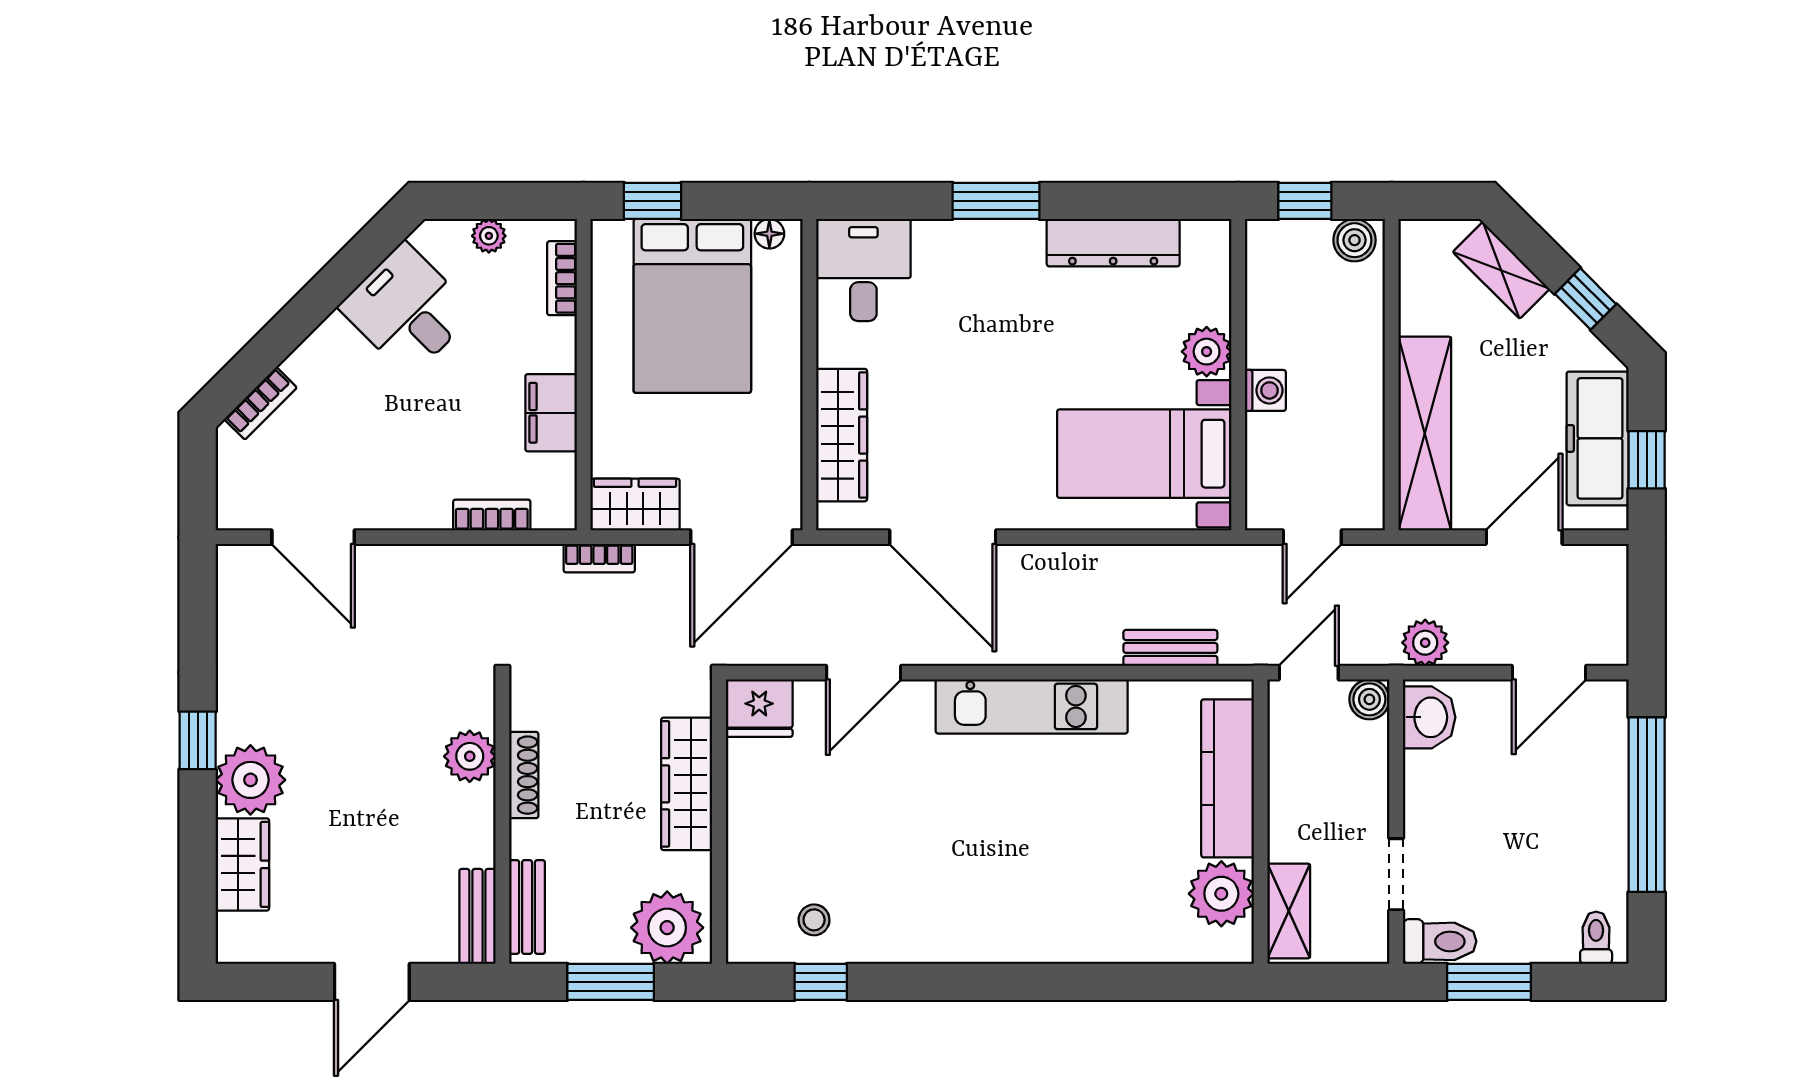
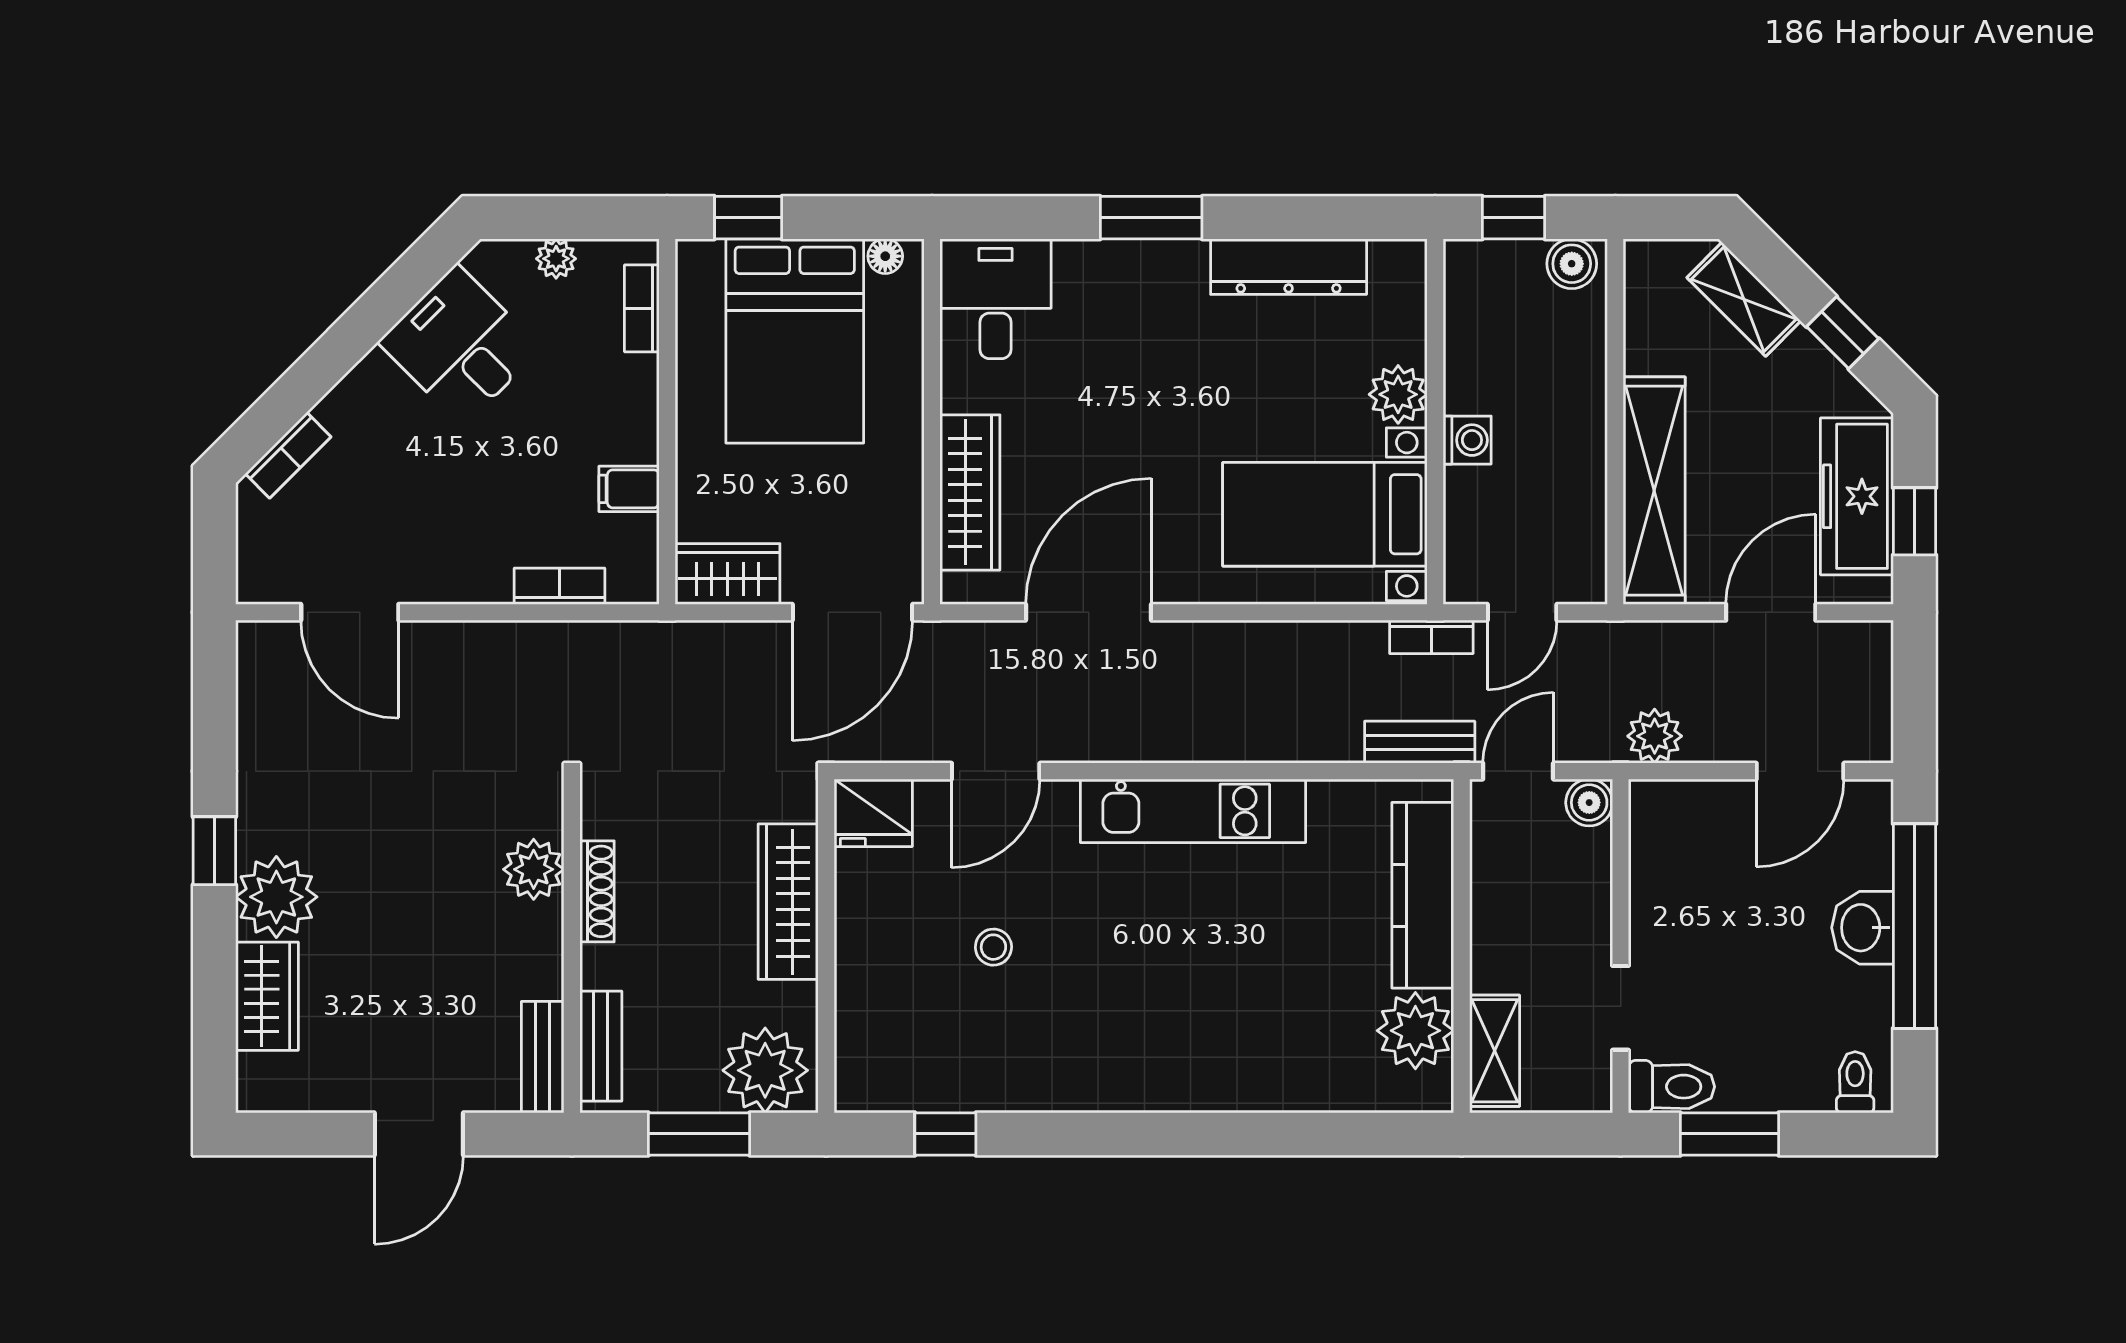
filing cabinet: (551, 413) -> (629, 489), width x0.50
door: (943, 537) -> (1089, 612), swing flipped
bookcase: (599, 558) -> (1431, 637), moved
bench: (1170, 648) -> (1420, 742), moved
washbasin: (1429, 717) -> (1863, 928), moved, turned 180
stool: (814, 920) -> (993, 947), moved

